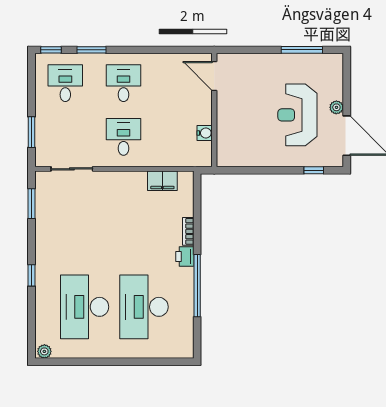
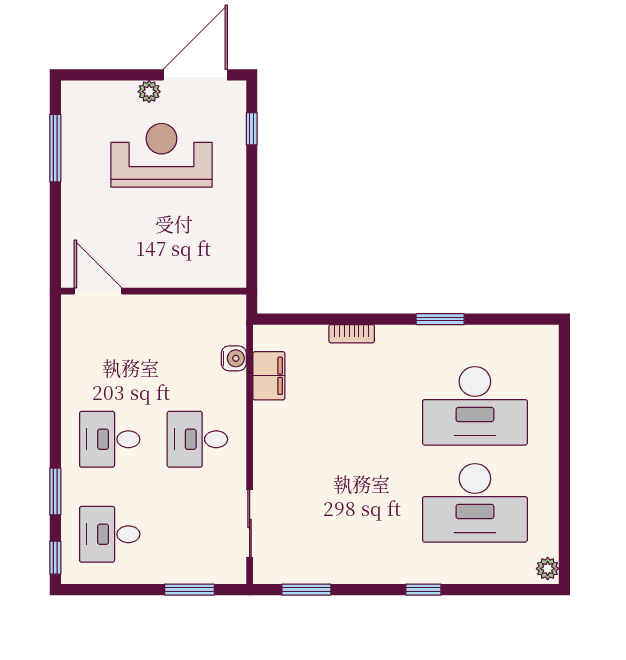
door: (214, 76) -> (98, 291), swing flipped
reception desk: (297, 115) -> (161, 155), turned 180
water cooler: (205, 133) -> (234, 358), moved, turned 90
printer: (185, 257) -> (393, 339), removed
window: (197, 286) -> (440, 319), width x0.47

